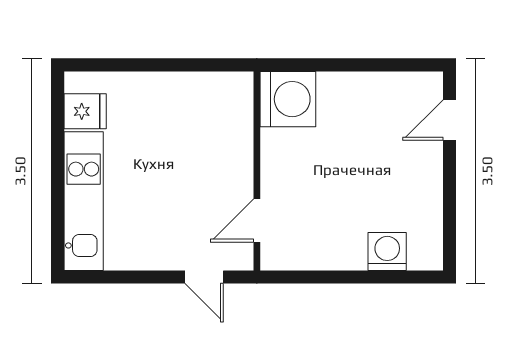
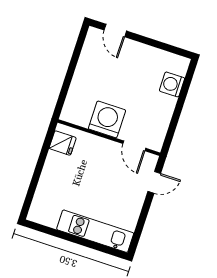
washing machine: (288, 99) -> (107, 119), moved
fridge: (85, 111) -> (63, 143), moved, turned 90

